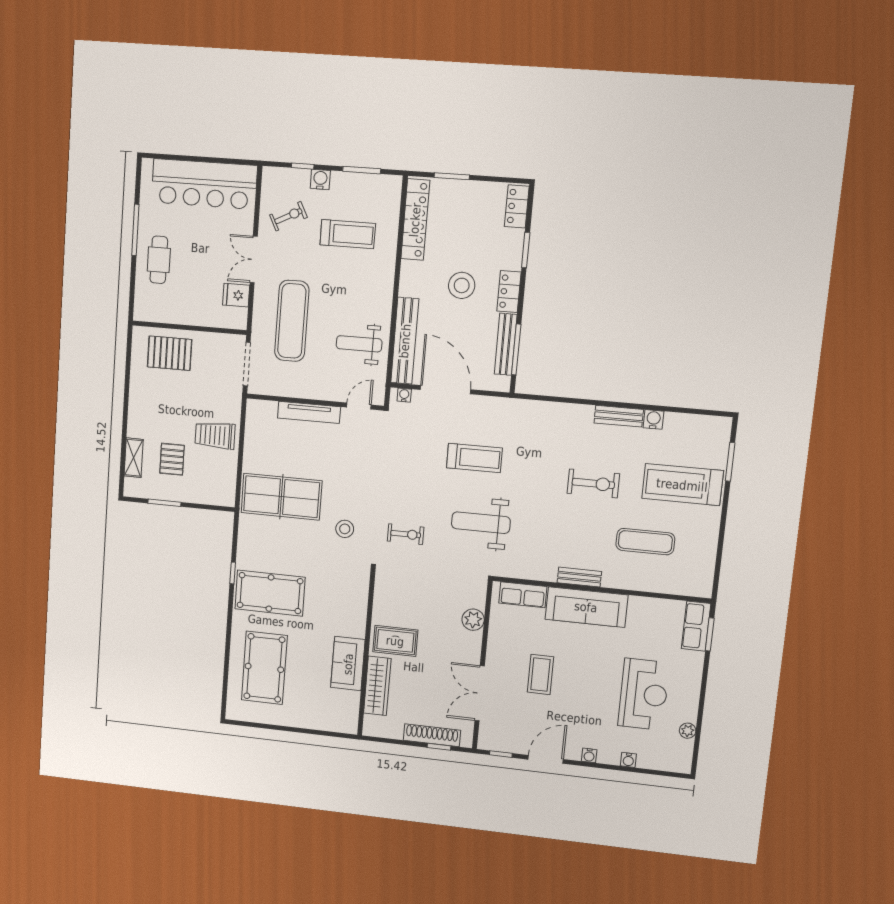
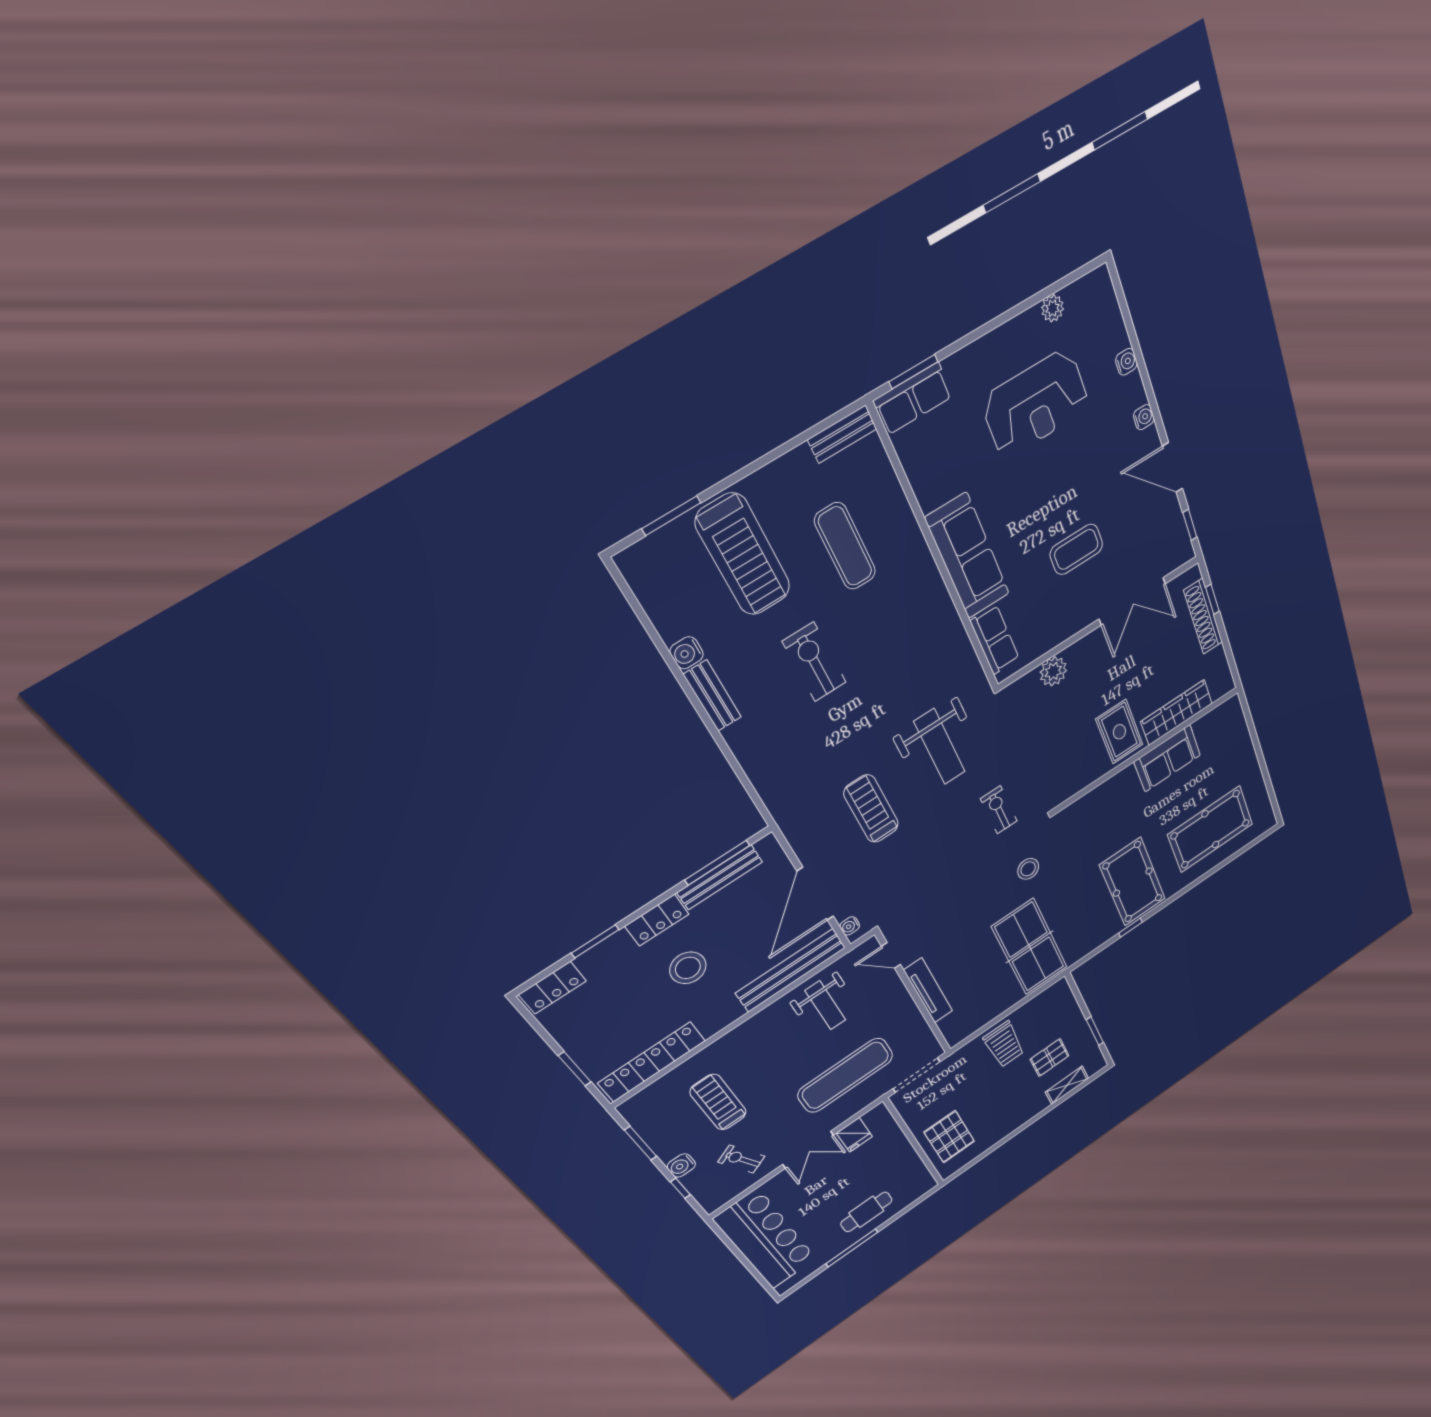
bench: (579, 577) -> (842, 434), moved, turned 90
reception desk: (644, 694) -> (1036, 404), turned 180

